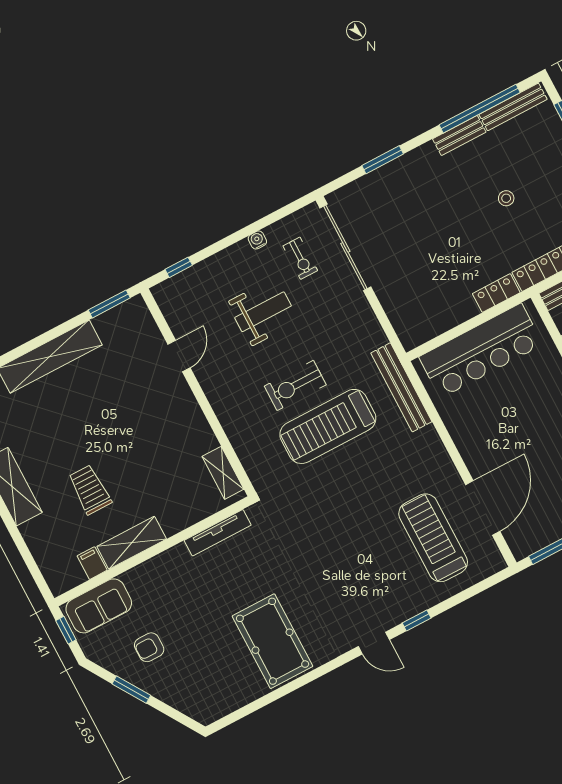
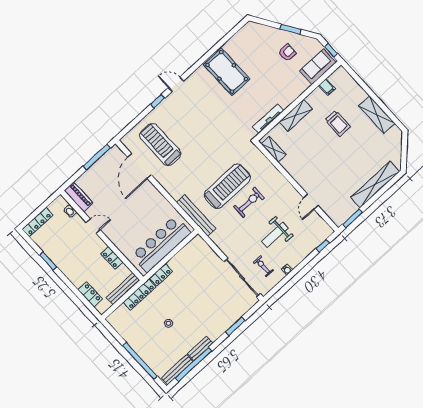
treadmill: (433, 538) -> (160, 145), turned 180
shelving: (132, 543) -> (296, 115), moved

